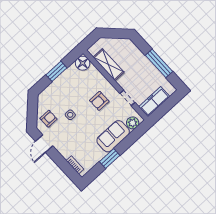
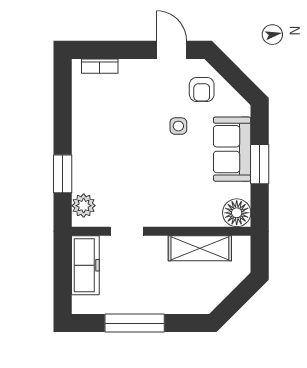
armchair: (99, 101) -> (160, 187), removed
sofa: (113, 136) -> (232, 149), moved, turned 180
window: (110, 158) -> (63, 174), moved

